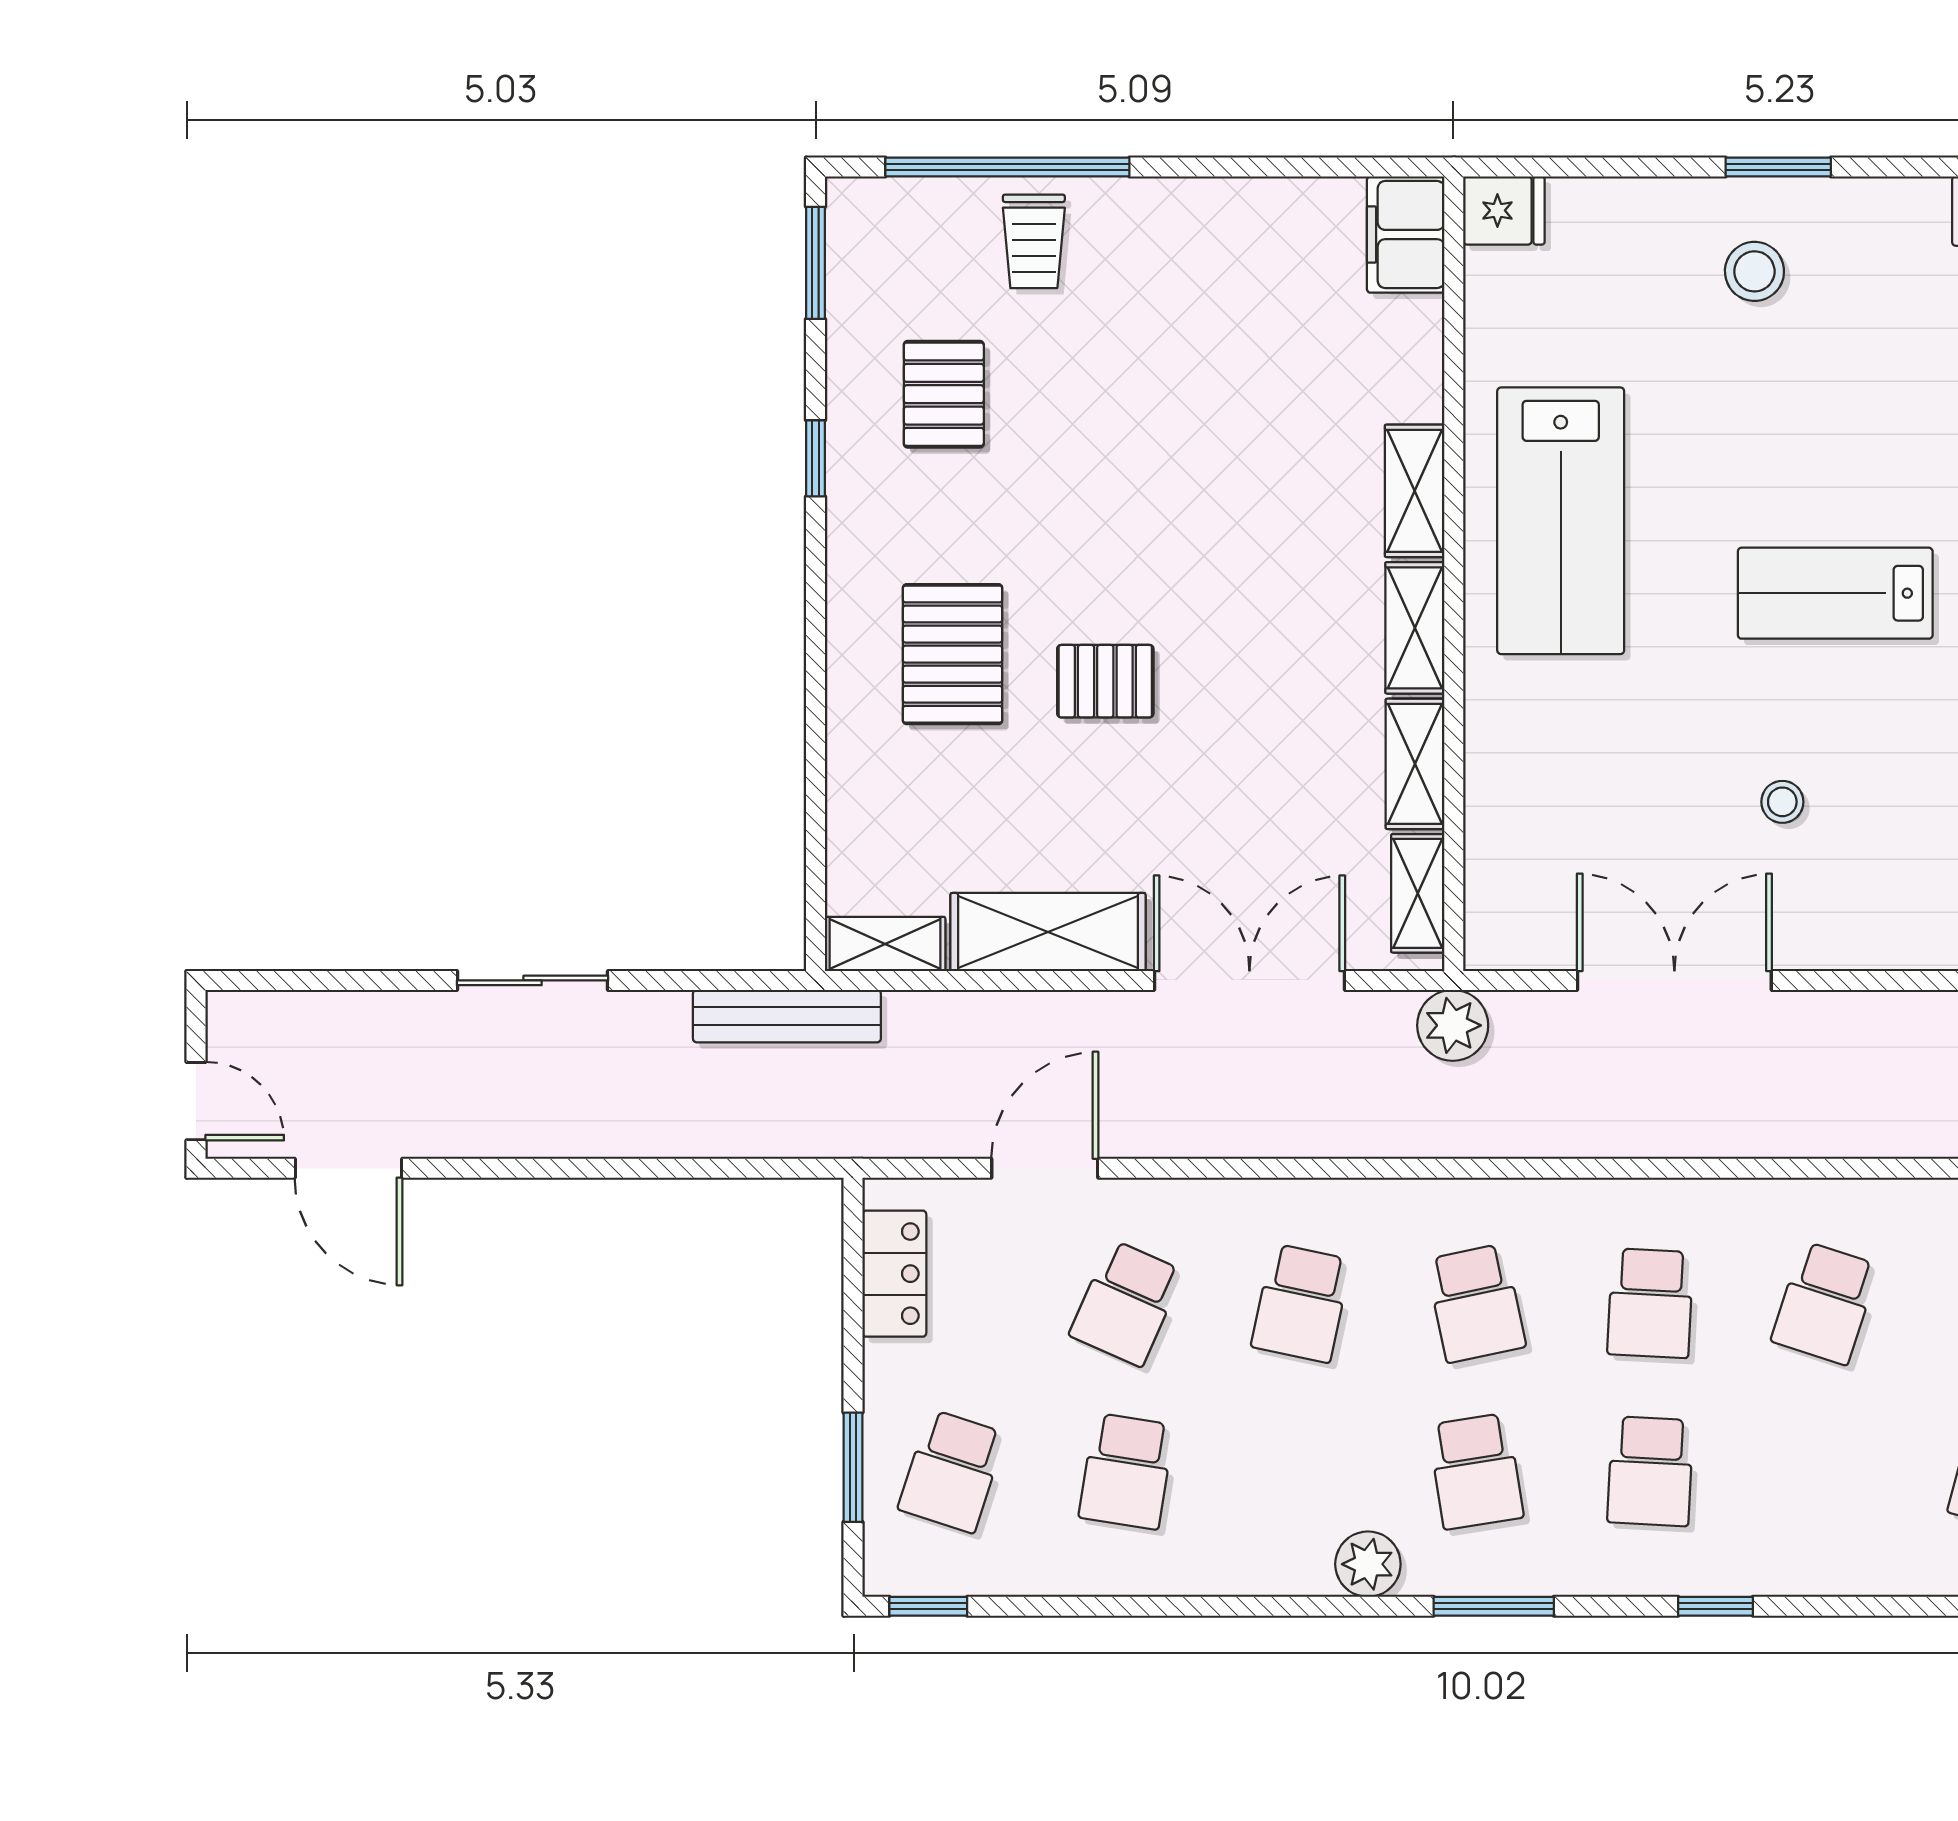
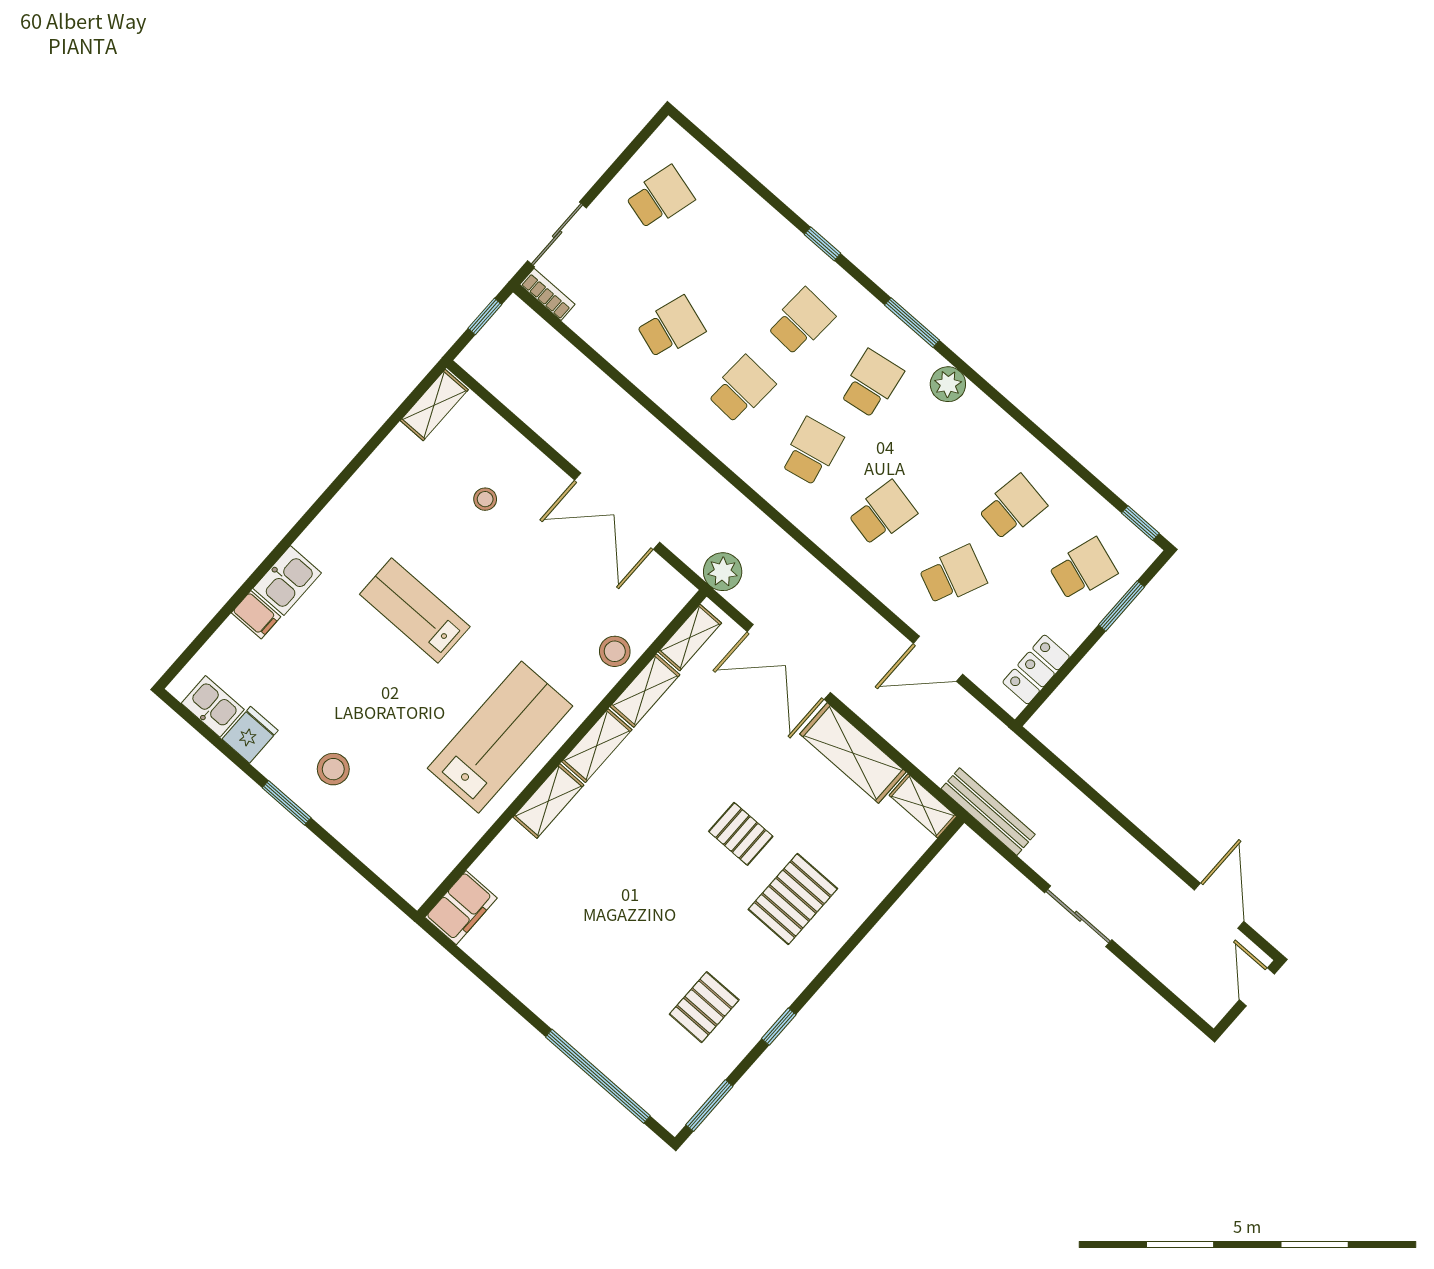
fridge: (1504, 210) -> (250, 735), moved, turned 90
trolley: (1034, 241) -> (614, 1037), removed
lab bench: (1835, 593) -> (415, 610), turned 180
stool: (1506, 782) -> (615, 651), added
stool: (1782, 802) -> (485, 499), moved

